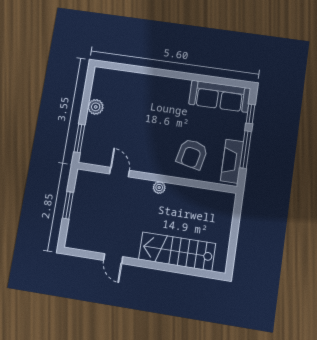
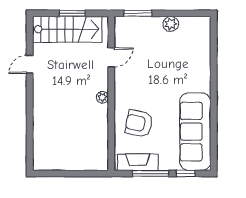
sofa: (220, 96) -> (195, 132), width x1.36, depth x1.27
stairs: (177, 251) -> (67, 29), moved, turned 90

